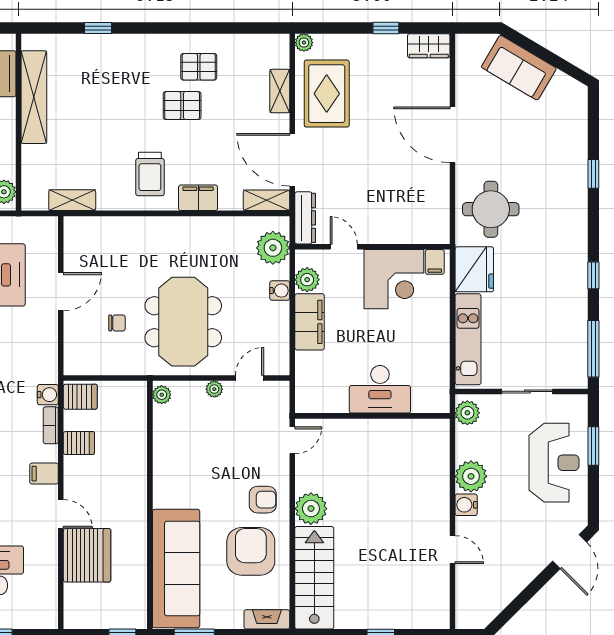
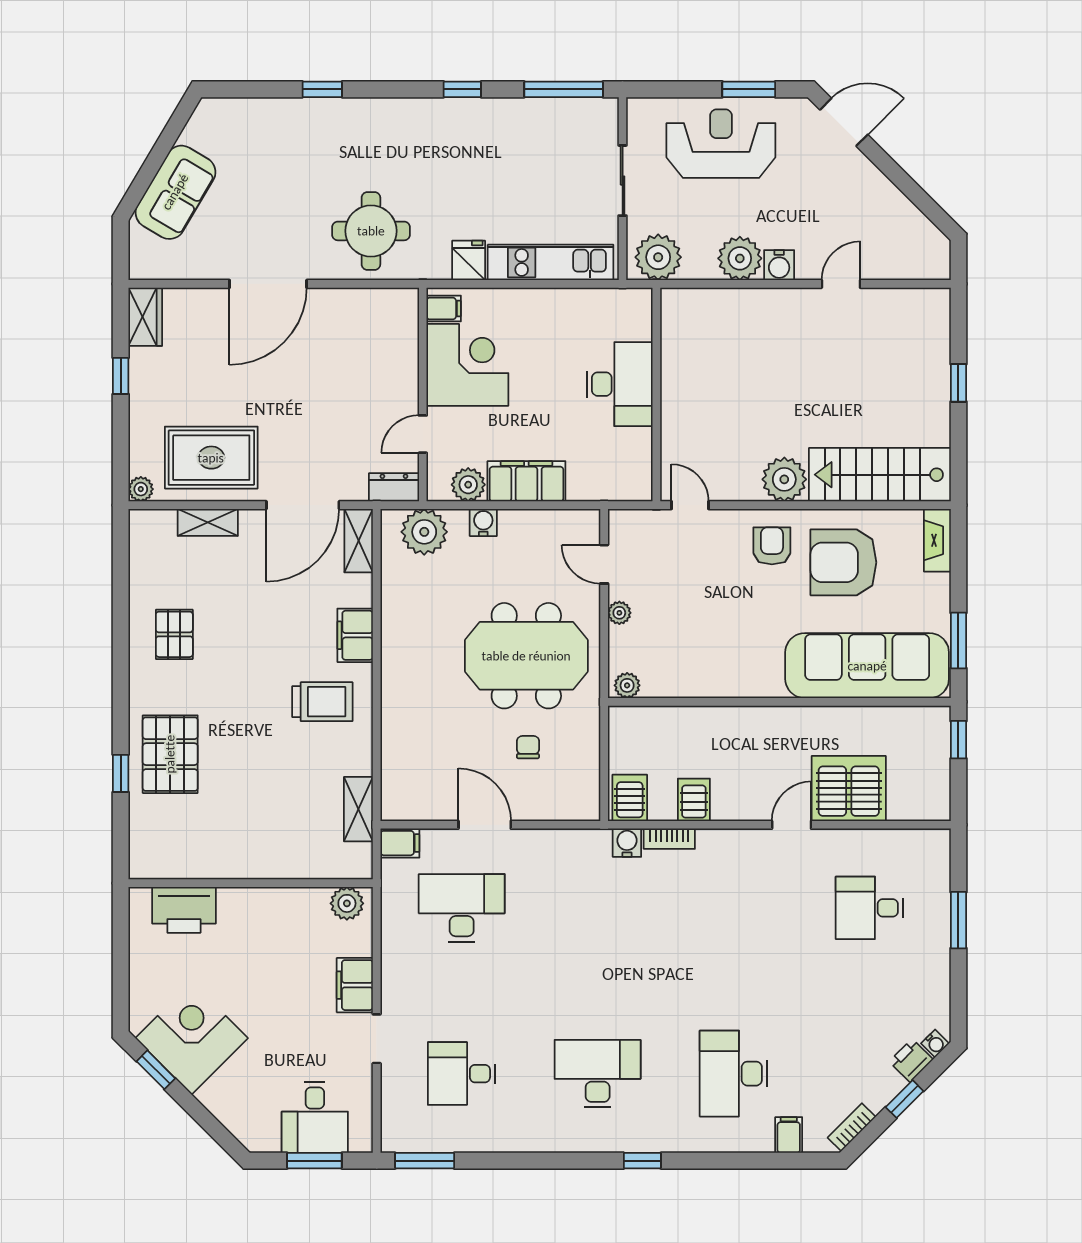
shelving: (34, 97) -> (216, 862), removed
pallet: (182, 106) -> (170, 754), moved, width x1.50, depth x1.42
dresser: (305, 218) -> (394, 487), width x0.70
fridge: (474, 269) -> (469, 260), width x0.53, depth x0.75
plant: (467, 413) -> (658, 257), width x1.36, depth x1.36
window: (593, 446) -> (749, 89), moved
filing cabinet: (44, 474) -> (400, 843), moved, turned -90

